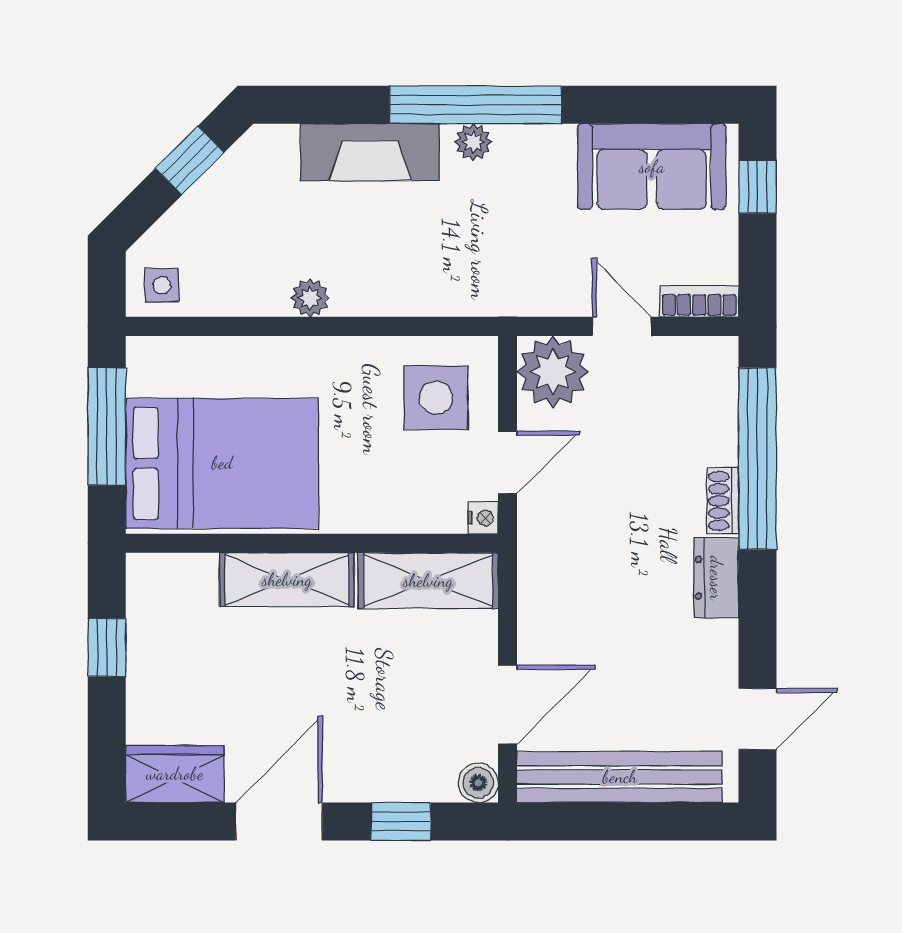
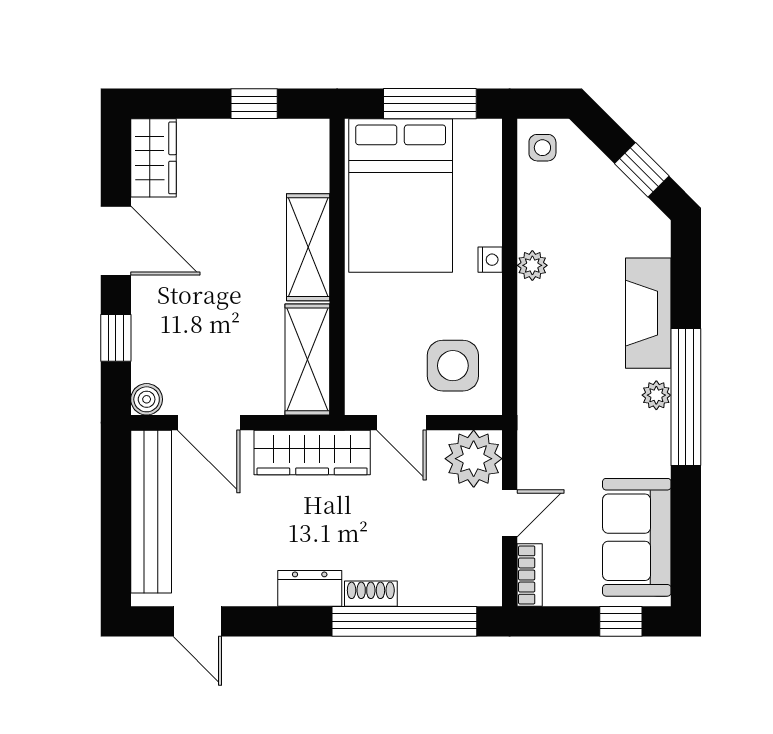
nightstand: (483, 518) -> (490, 260), moved, turned -90
wardrobe: (545, 575) -> (312, 453), added

